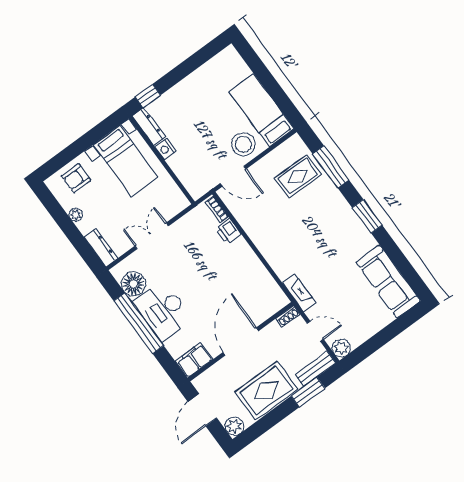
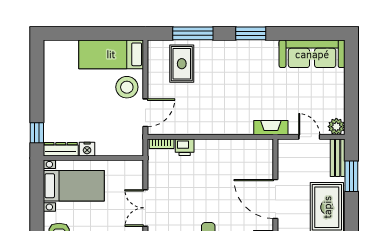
shoe rack: (288, 316) -> (282, 149), removed
door: (315, 331) -> (309, 137), hinge flipped

